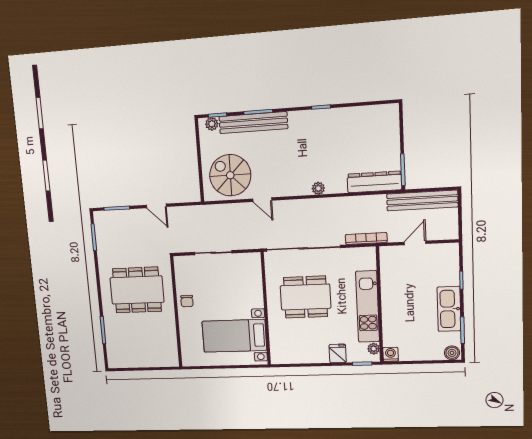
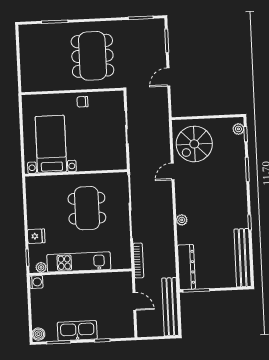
bench: (253, 123) -> (243, 258), moved
spiral stairs: (230, 175) -> (194, 144), turned 180

